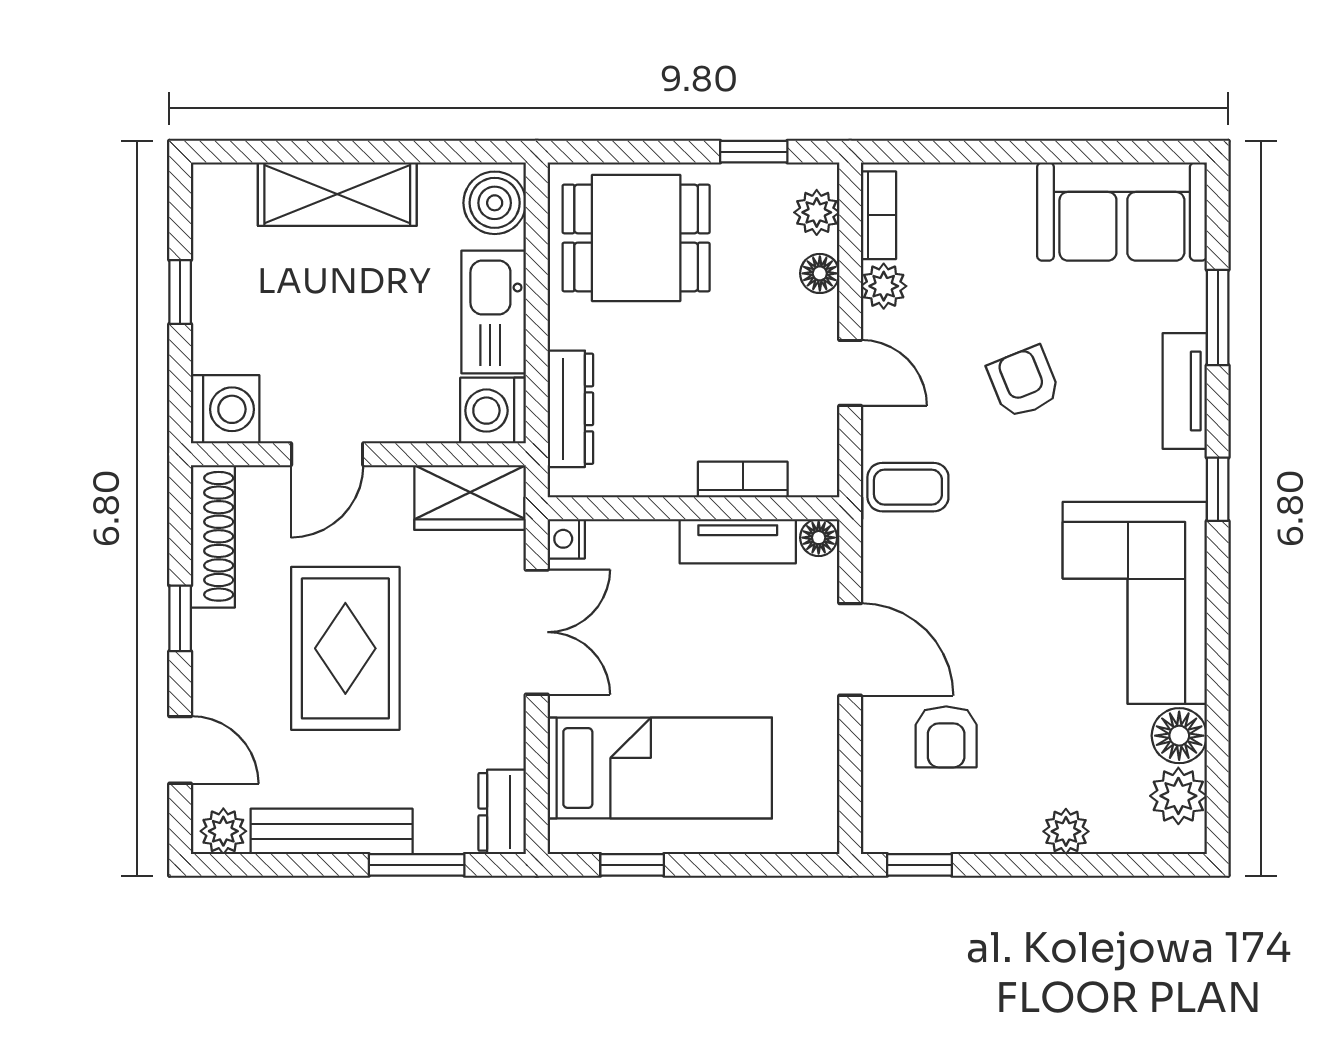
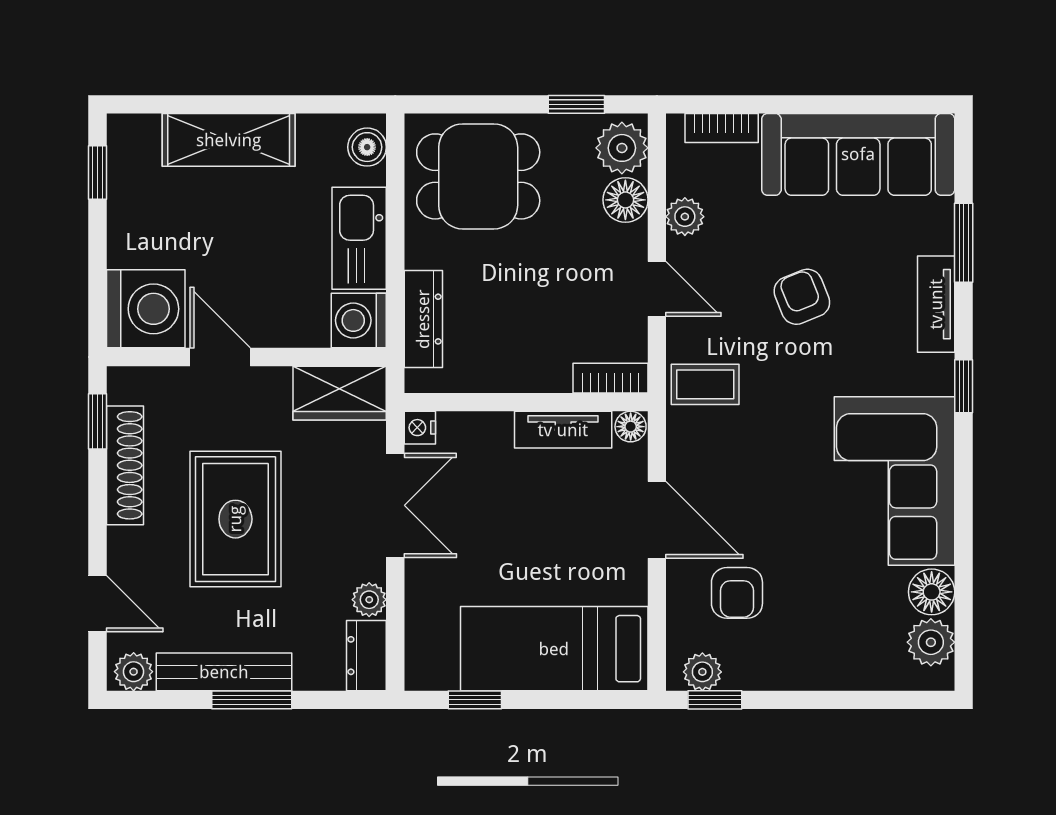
boiler: (495, 203) -> (367, 147), width x0.73, depth x0.73
plant: (817, 212) -> (622, 148), width x1.38, depth x1.38
sofa: (1122, 212) -> (858, 154), width x1.36
bookcase: (878, 215) -> (722, 128), moved, turned 90
floor lamp: (820, 273) -> (625, 200), width x1.37, depth x1.37
window: (180, 292) -> (98, 173), moved
washing machine: (225, 409) -> (146, 309), width x1.37, depth x1.37
door: (327, 454) -> (220, 357), swing flipped
bookcase: (743, 480) -> (610, 378), moved
shoe rack: (213, 536) -> (125, 465), moved
window: (180, 618) -> (98, 421), moved
plant: (506, 745) -> (369, 600), added
bed: (660, 768) -> (554, 649), moved, turned 180
plant: (1066, 831) -> (702, 672), moved
window: (417, 865) -> (252, 700), moved

